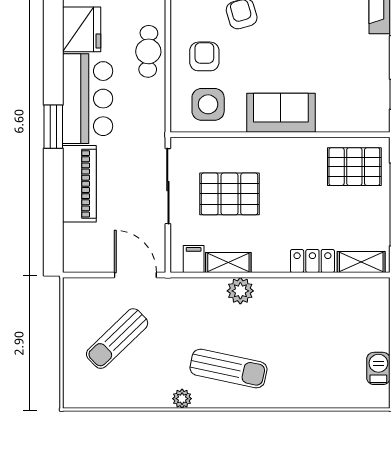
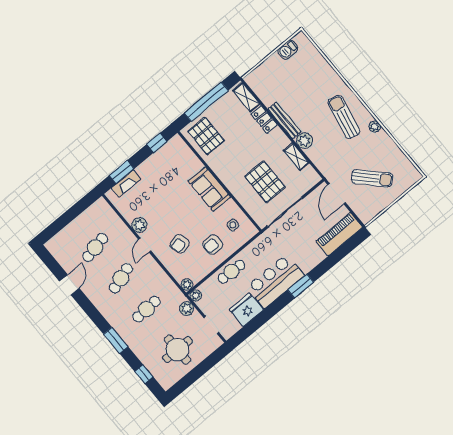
side table: (208, 104) -> (233, 225), width x0.54, depth x0.54
piano: (79, 184) -> (339, 234), moved
filing cabinet: (194, 259) -> (308, 174), removed
bench: (289, 287) -> (284, 120), added

